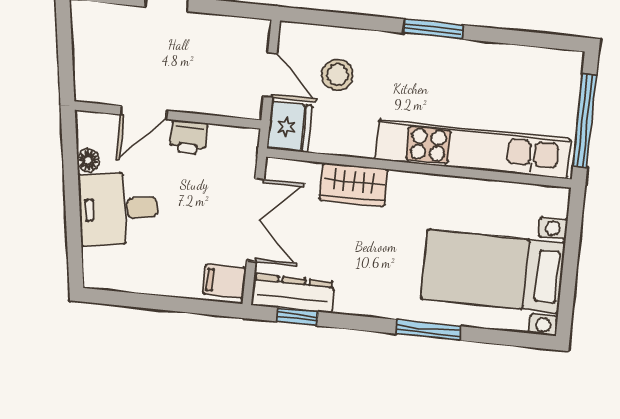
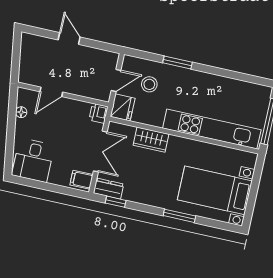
window: (433, 29) -> (178, 63), moved
door: (270, 75) -> (116, 80), hinge flipped
printer: (189, 137) -> (99, 113), moved, turned 90
desk: (118, 209) -> (33, 160), moved, turned -81
dresser: (293, 293) -> (108, 189), width x0.70

